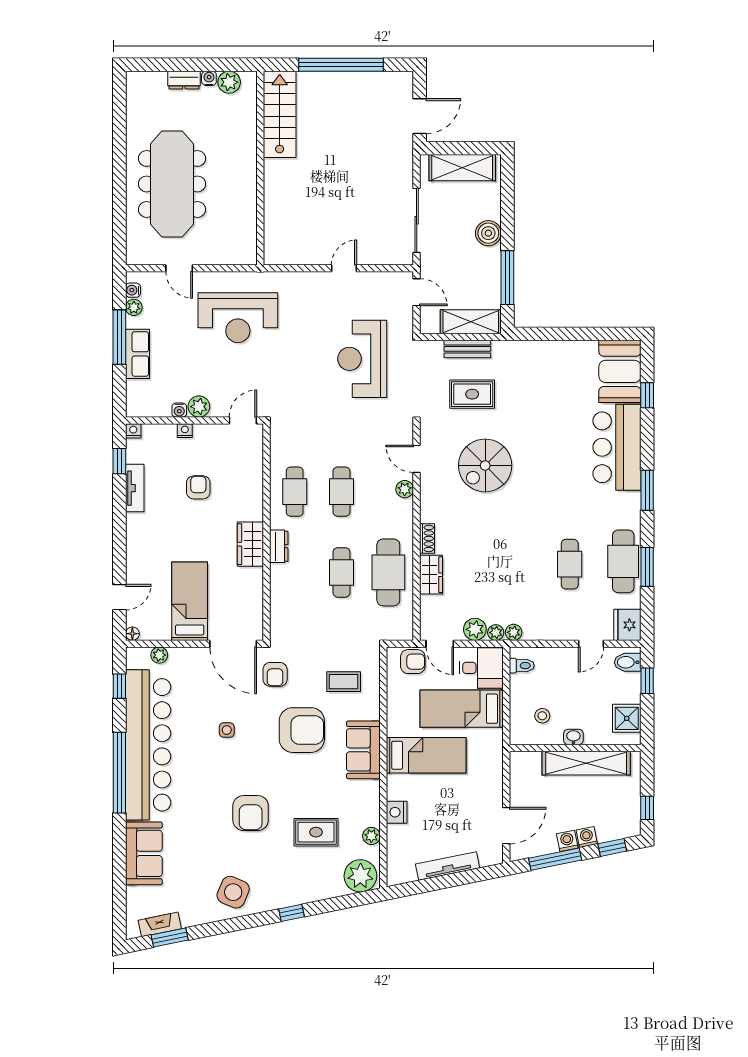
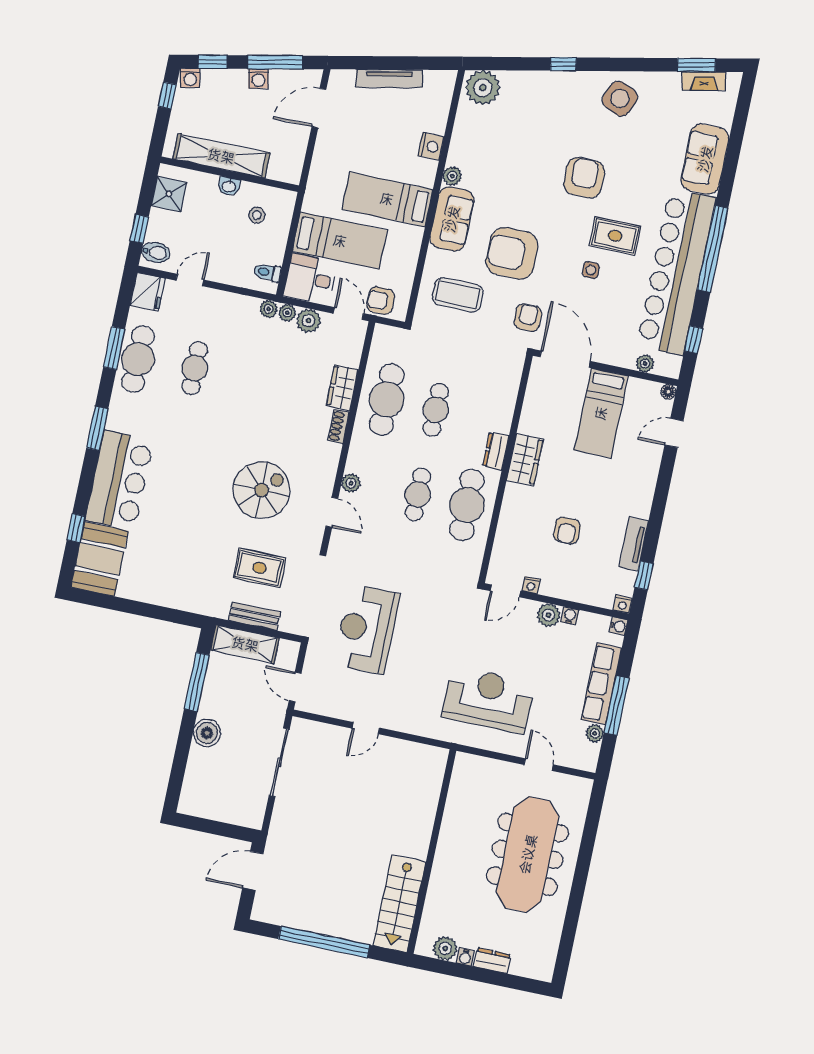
shelving: (462, 168) -> (220, 807), removed
water cooler: (133, 290) -> (618, 626), moved
row of seats: (137, 354) -> (601, 684), width x1.48
reception desk: (362, 359) -> (367, 629), turned 180
nightstand: (185, 431) -> (531, 585), moved
cafe table: (295, 492) -> (467, 505), width x1.37, depth x1.35
coffee table: (344, 682) -> (458, 295), width x1.36, depth x1.30
rug: (316, 832) -> (615, 236), moved
plant: (371, 836) -> (452, 176), moved
washing machine: (587, 837) -> (190, 78), moved

